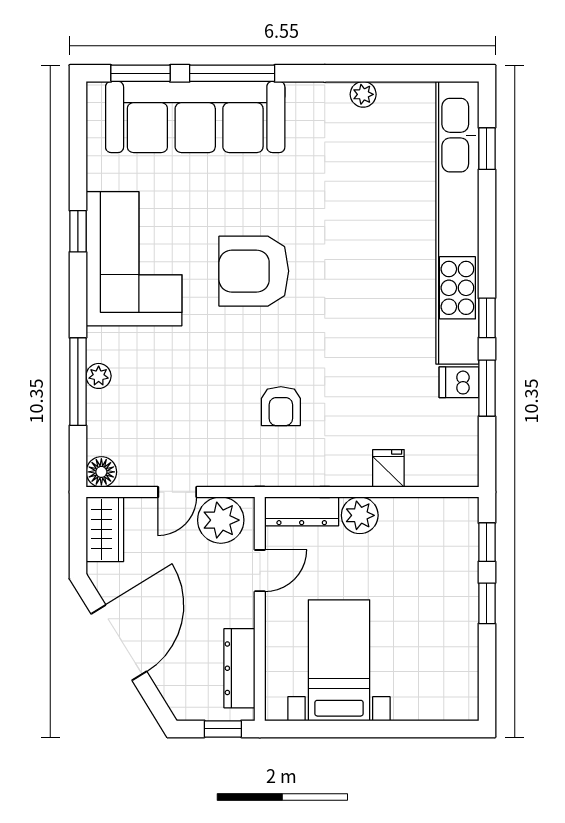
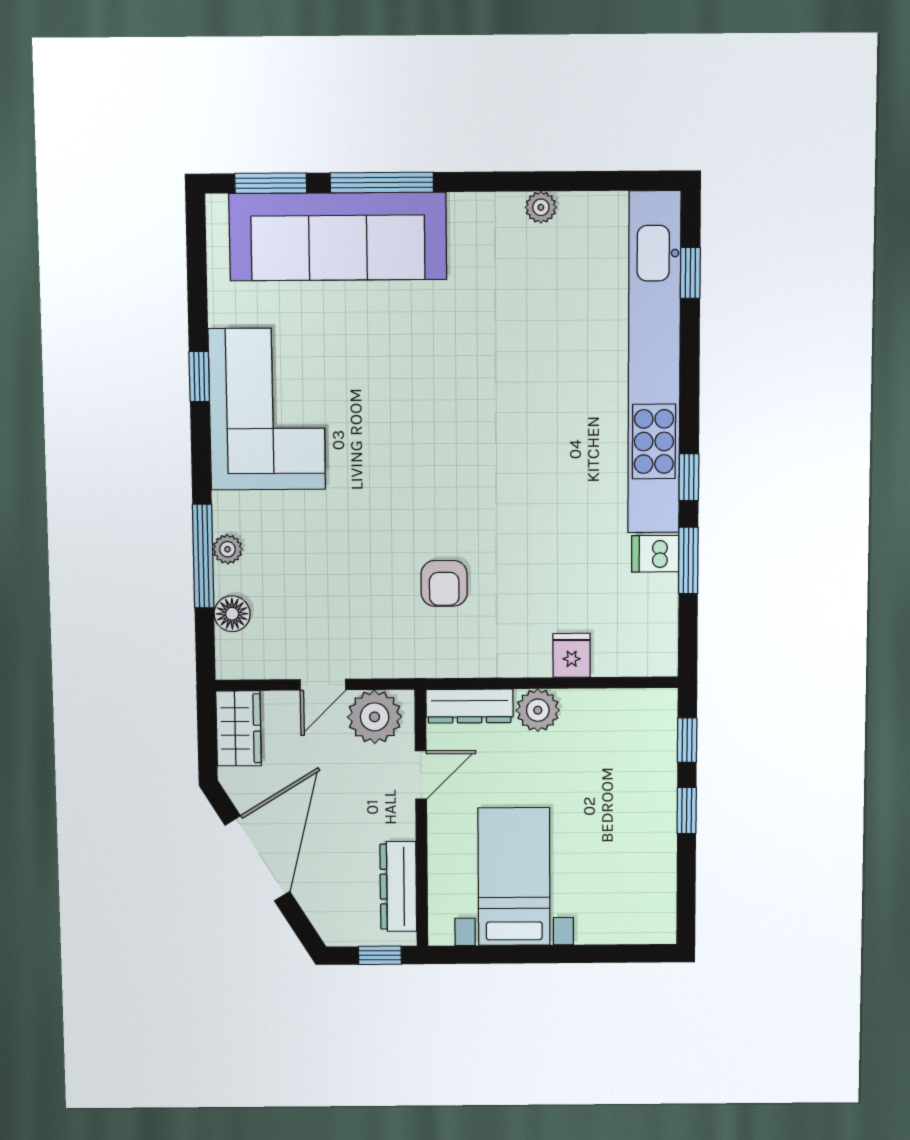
armchair: (254, 271) -> (411, 423), removed
floor lamp: (101, 472) -> (232, 614), moved

